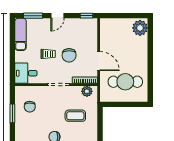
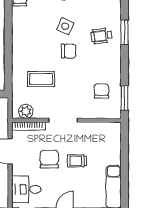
desk: (26, 73) -> (26, 189), moved, turned 180
window: (12, 113) -> (124, 98), moved

